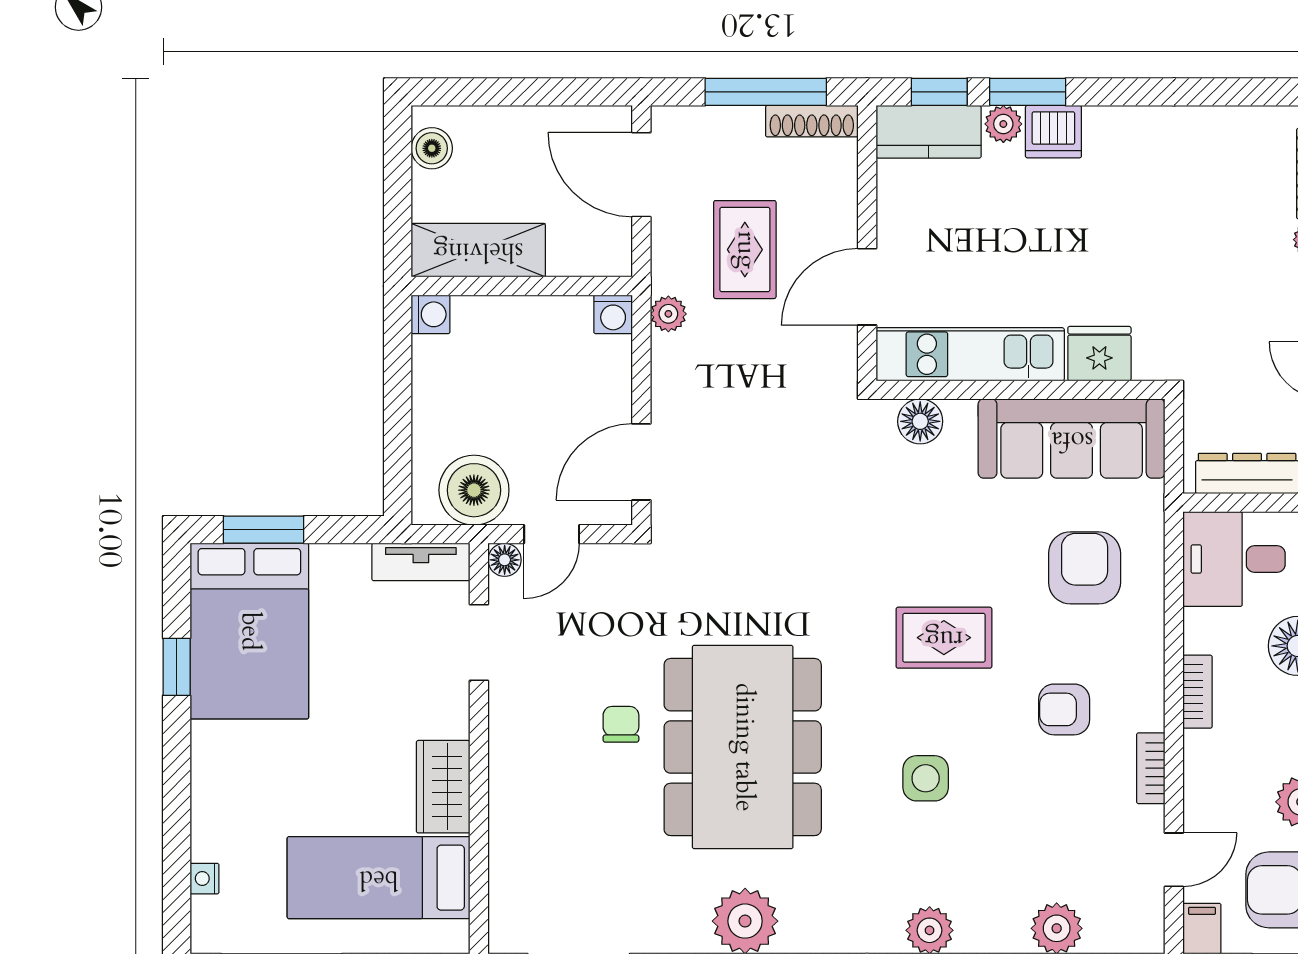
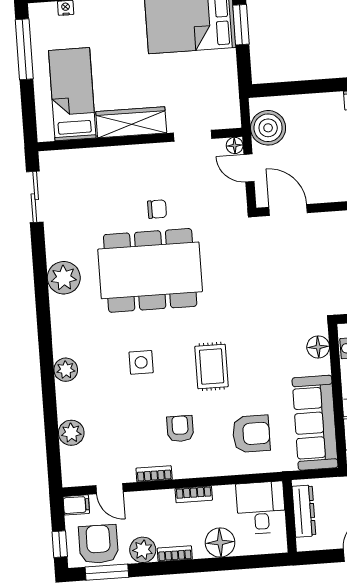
tv unit: (421, 562) -> (231, 104), removed
wardrobe: (443, 787) -> (131, 122), width x1.50

